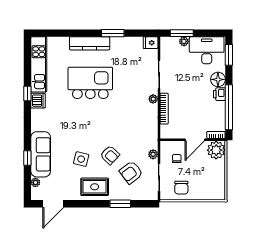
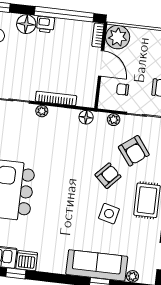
floor lamp: (152, 133) -> (86, 117), added

